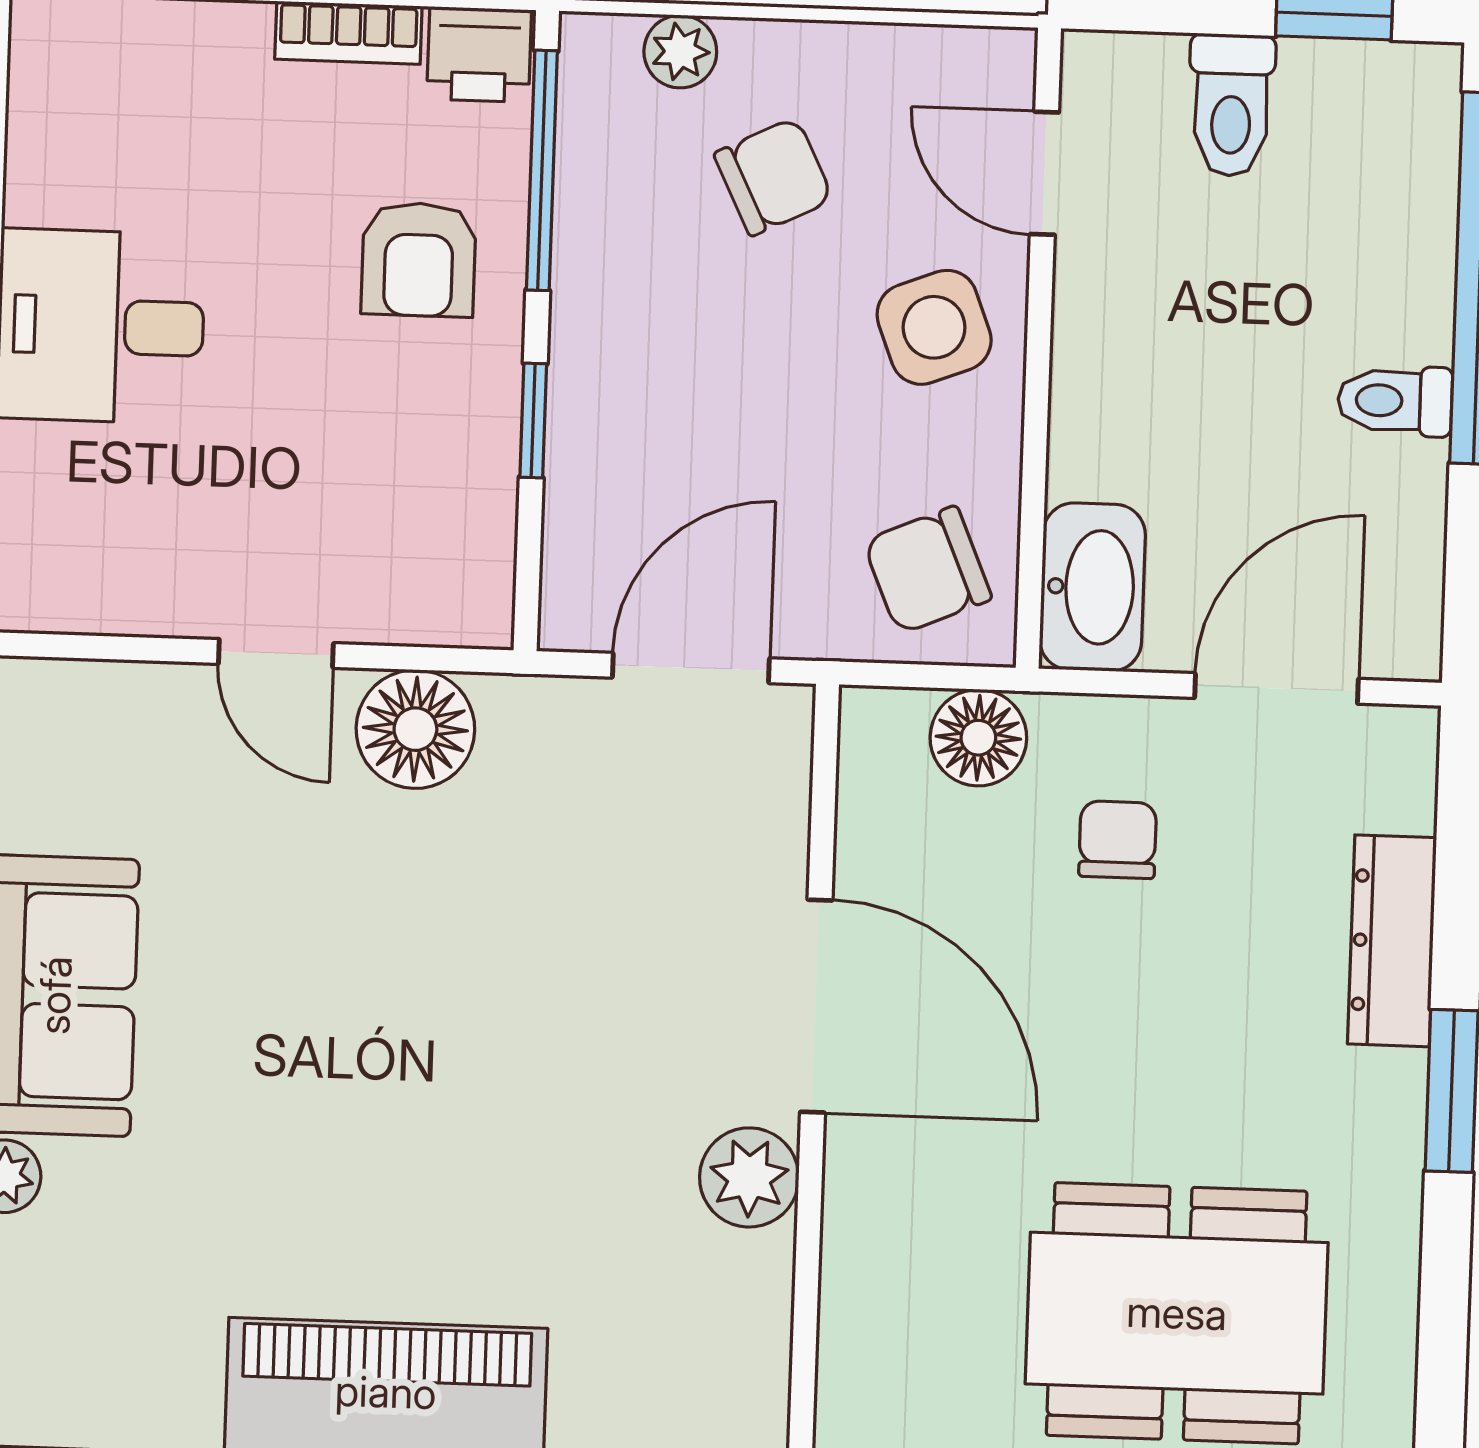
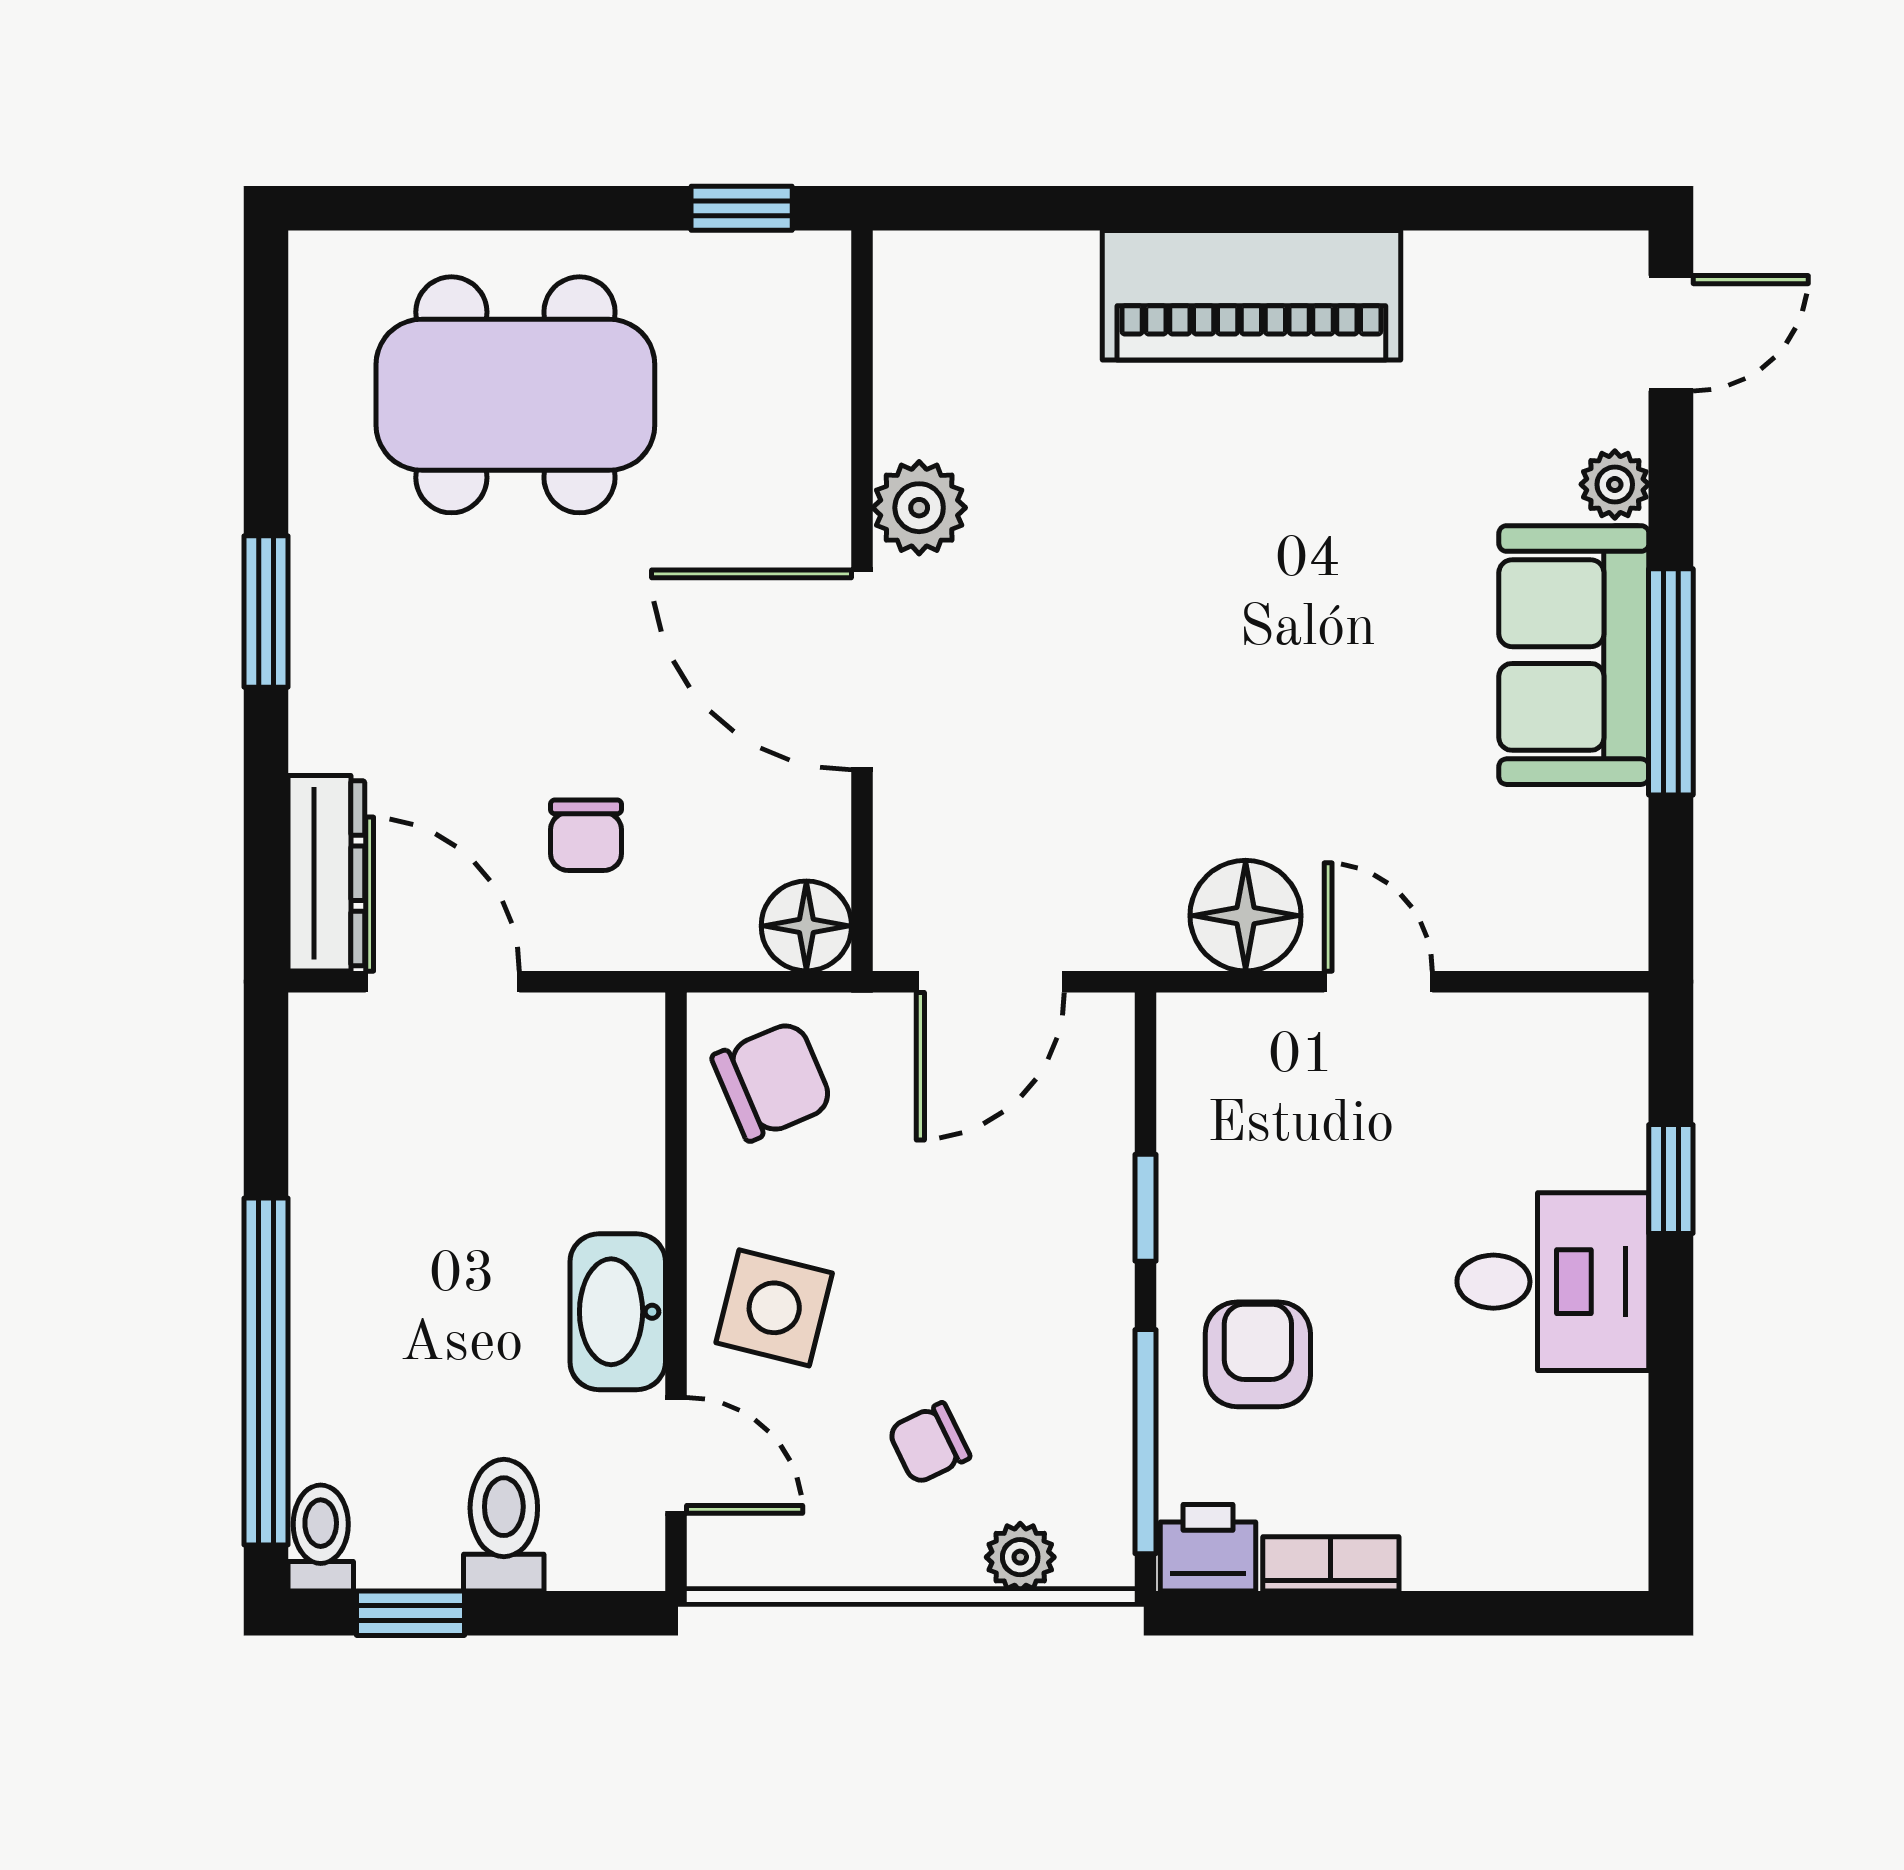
chair: (774, 177) -> (929, 1443), width x0.73, depth x0.73
side table: (934, 327) -> (774, 1308), turned 35
toilet: (1395, 401) -> (321, 1538), moved, turned -90
washbasin: (1092, 587) -> (618, 1312), moved
door: (1276, 688) -> (443, 982), swing flipped
floor lamp: (978, 738) -> (806, 926), moved
dresser: (1392, 941) -> (326, 873), moved

